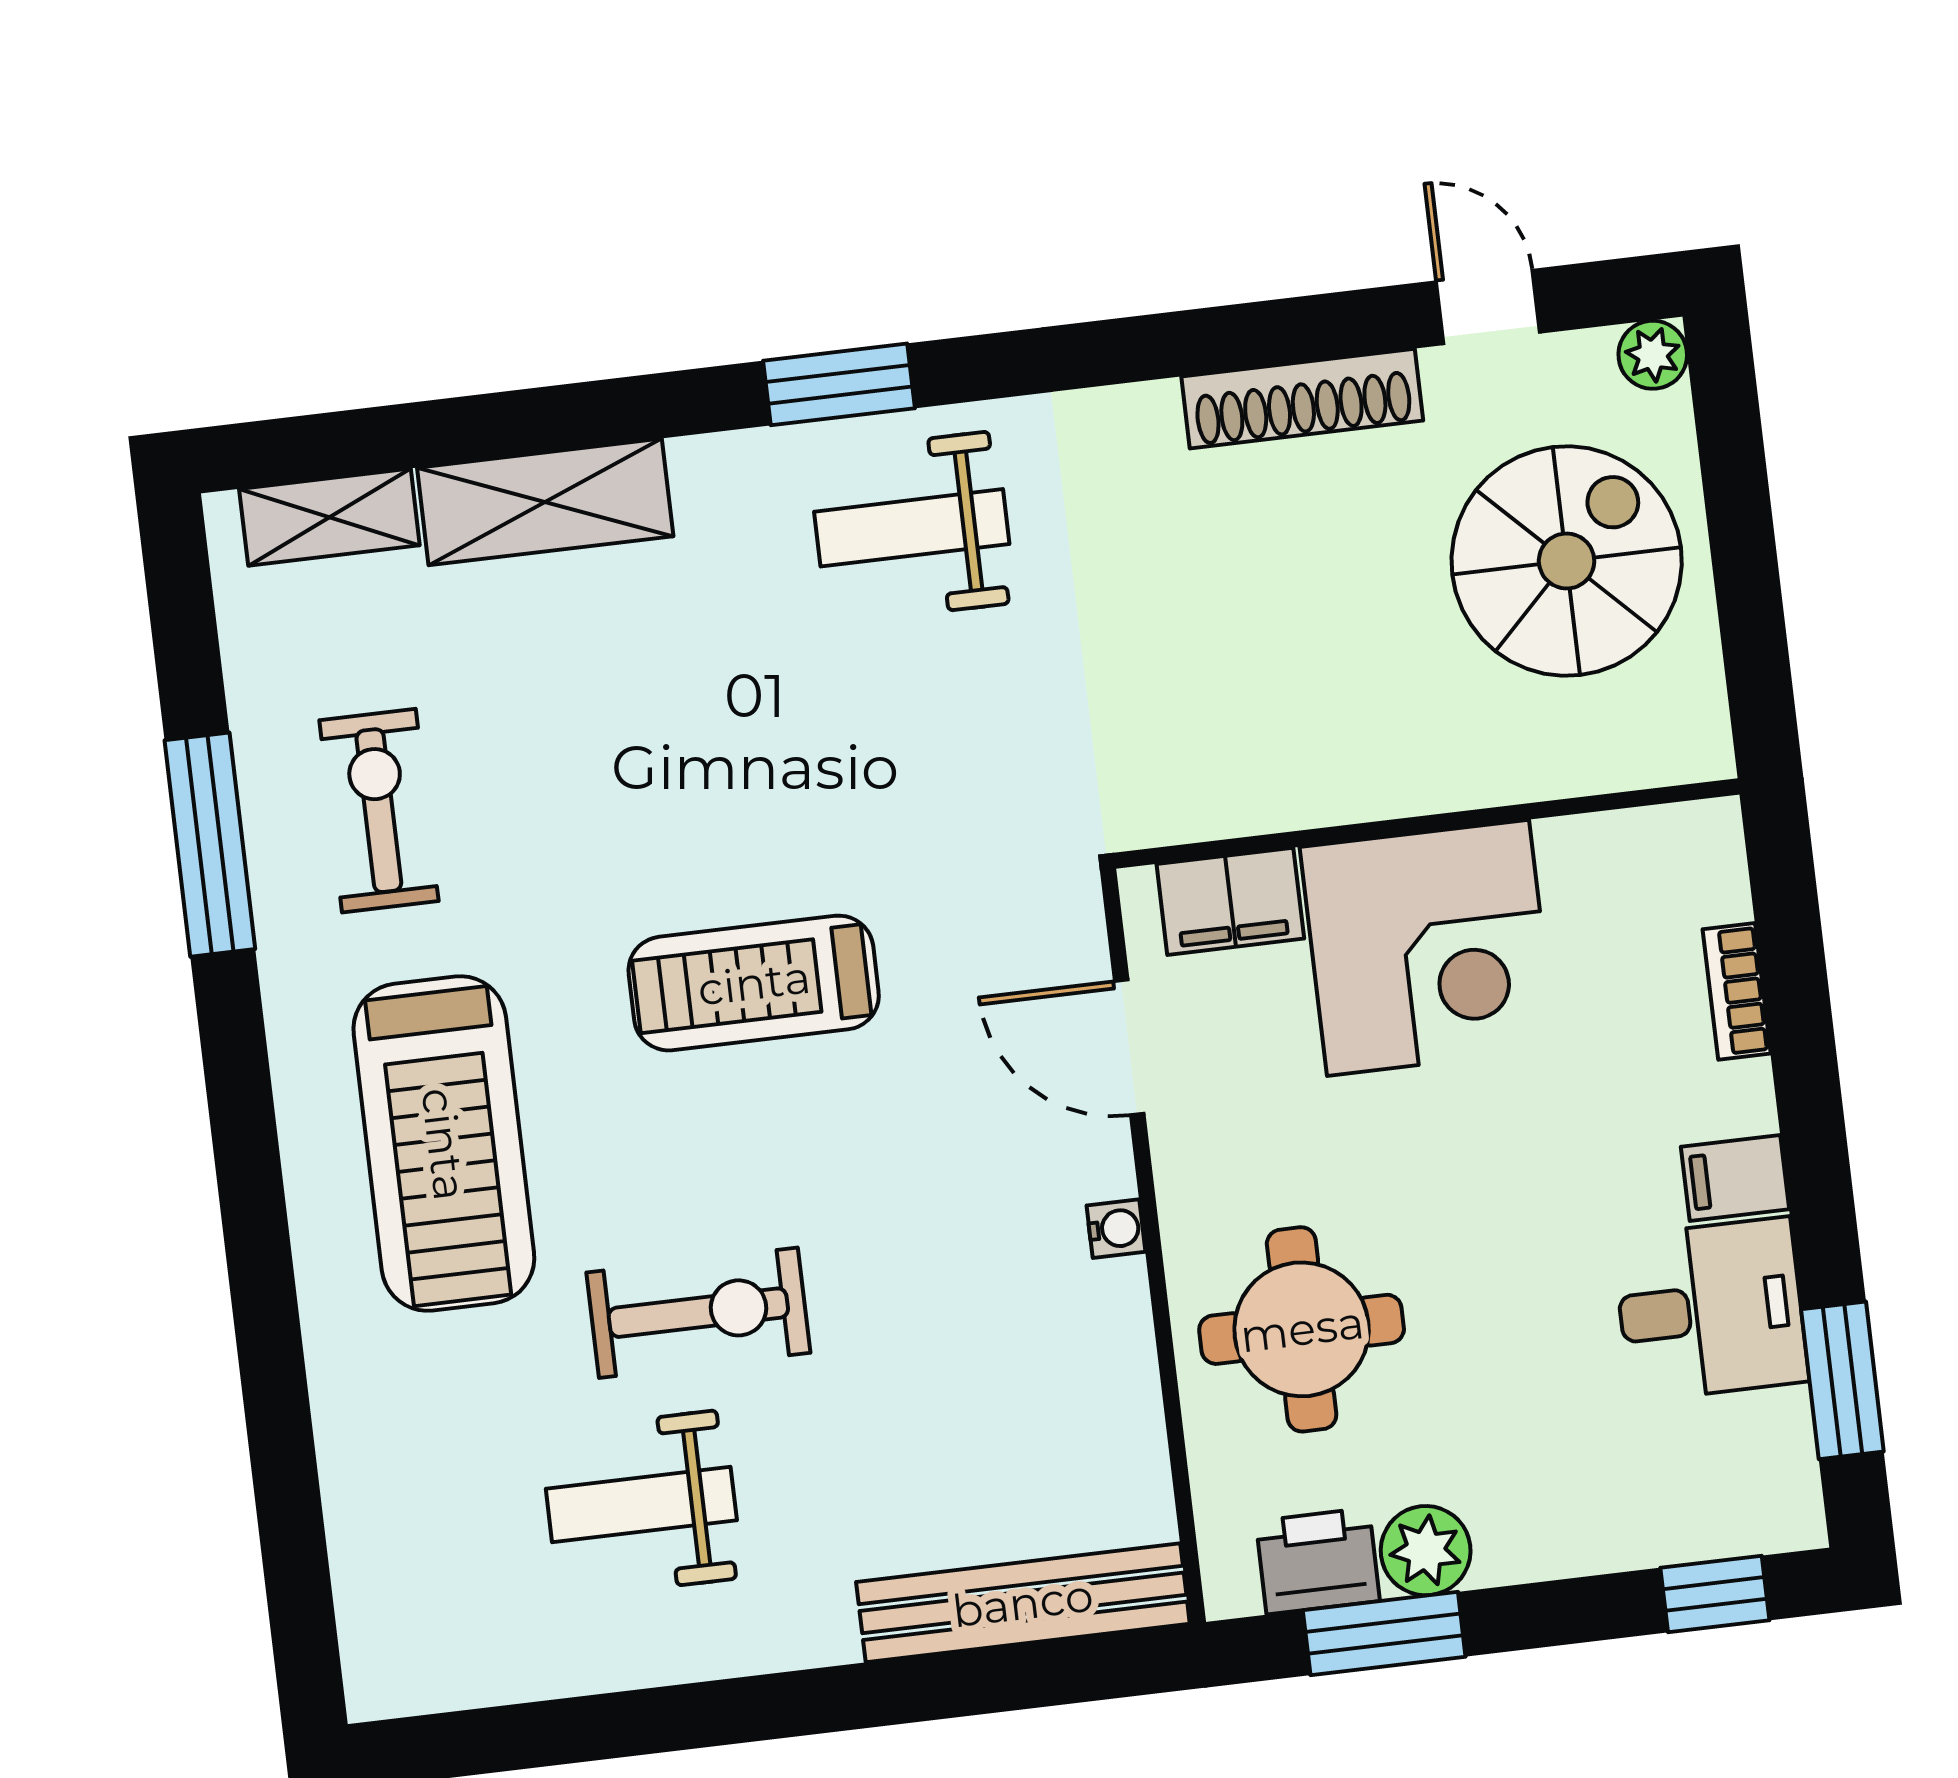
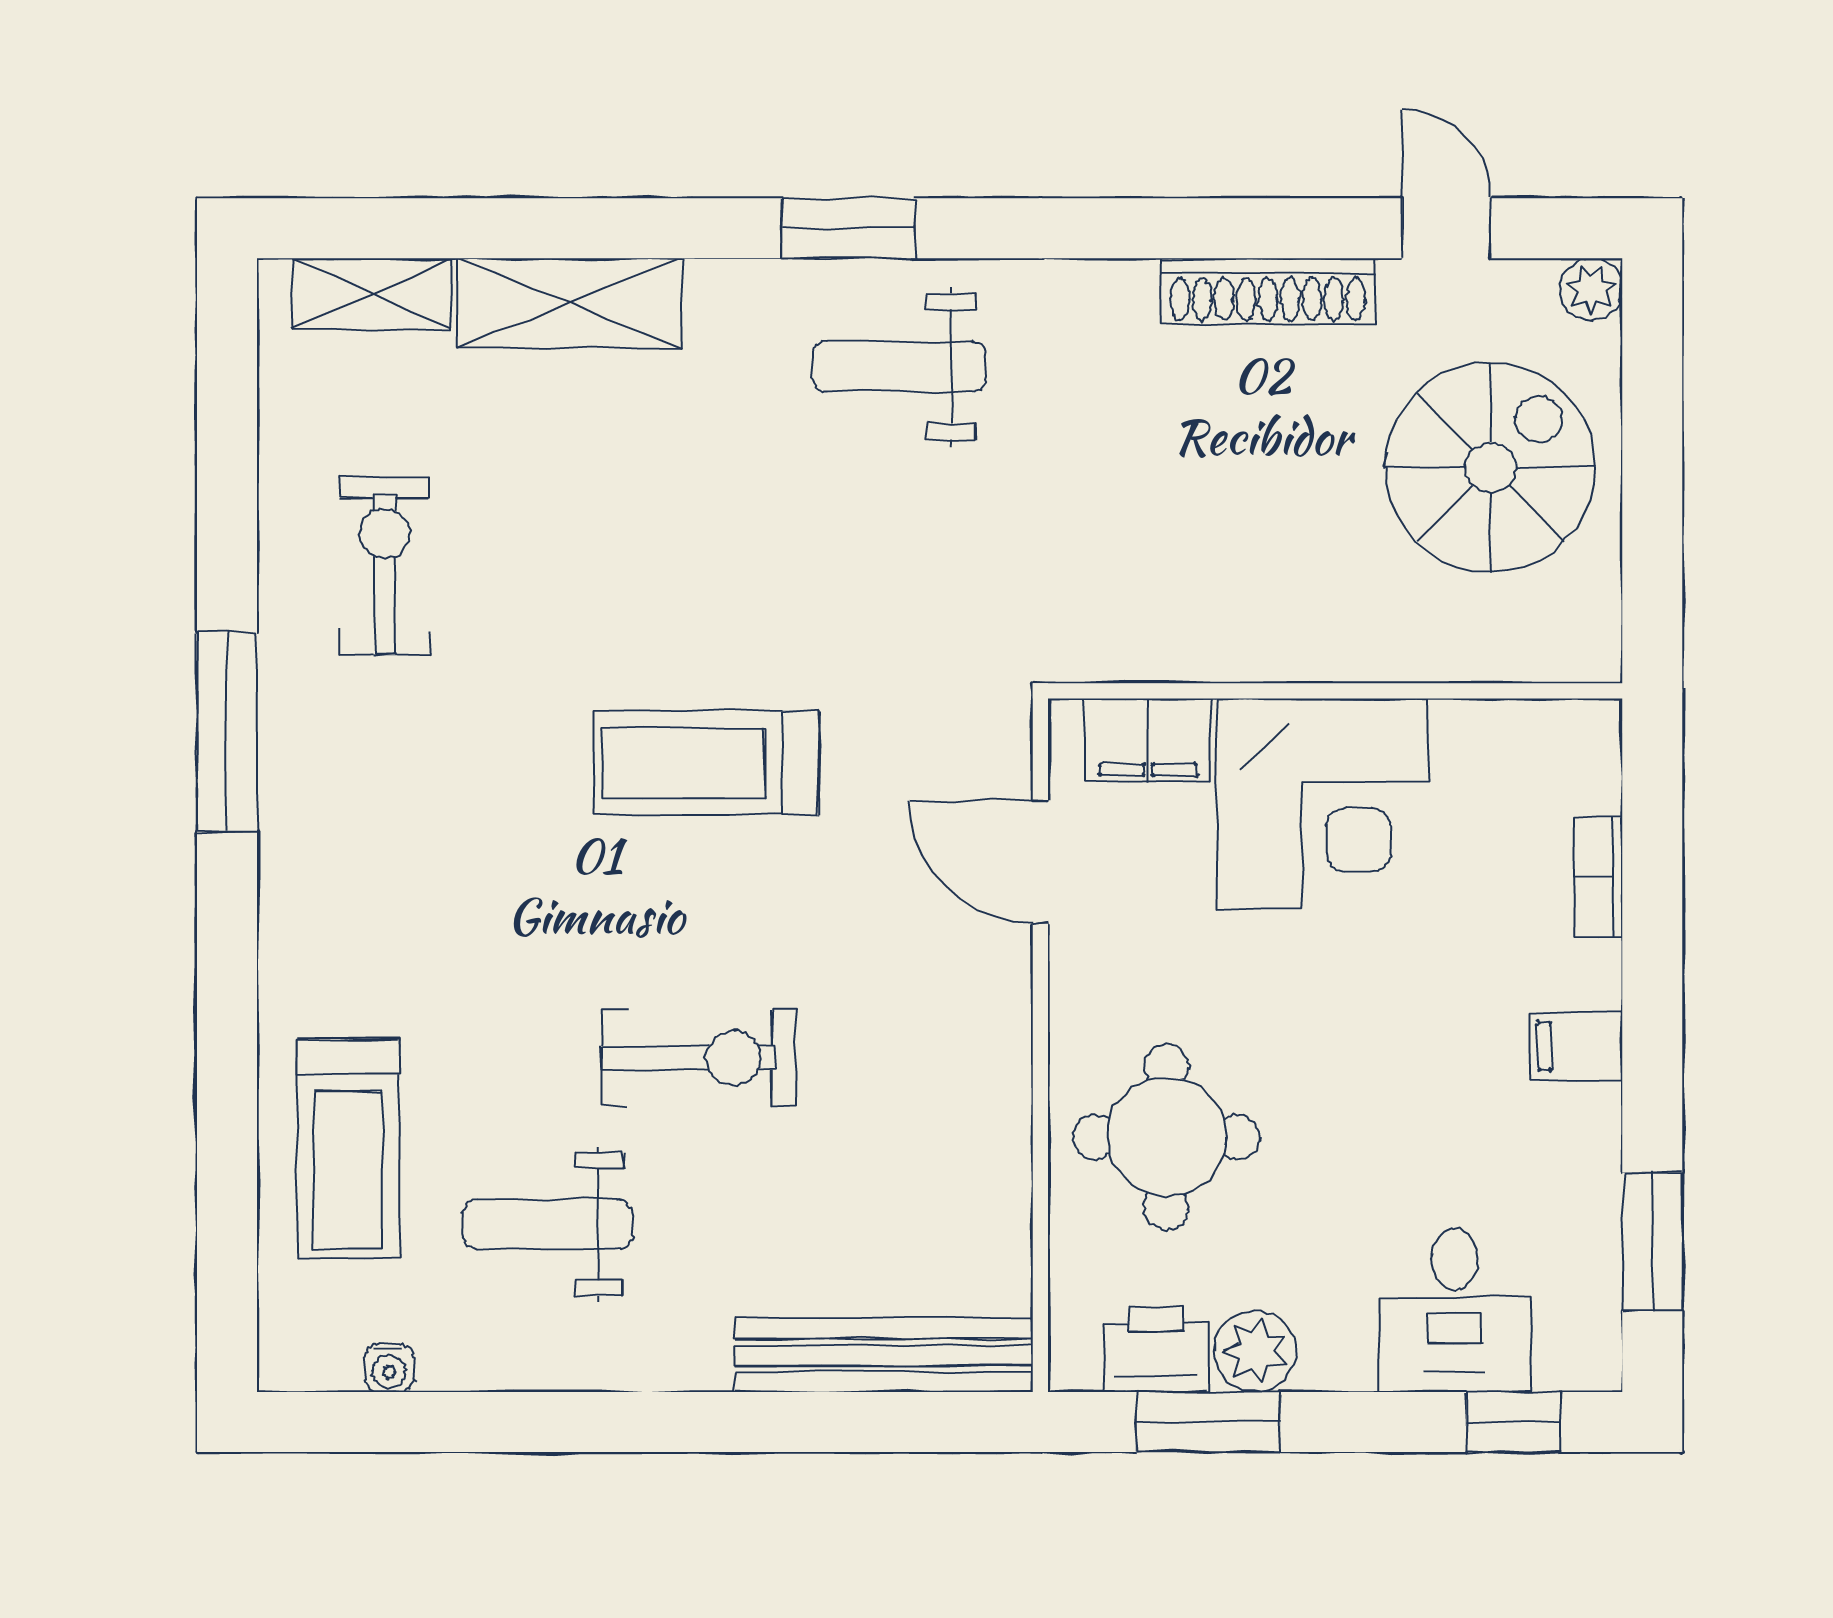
window: (210, 845) -> (227, 732), moved
treadmill: (444, 1144) -> (348, 1149), moved, width x0.73, depth x0.73
water cooler: (1116, 1229) -> (389, 1368), moved, turned 90
desk: (1710, 1309) -> (1454, 1310), moved, turned 90
exercise bike: (698, 1313) -> (698, 1058), moved

